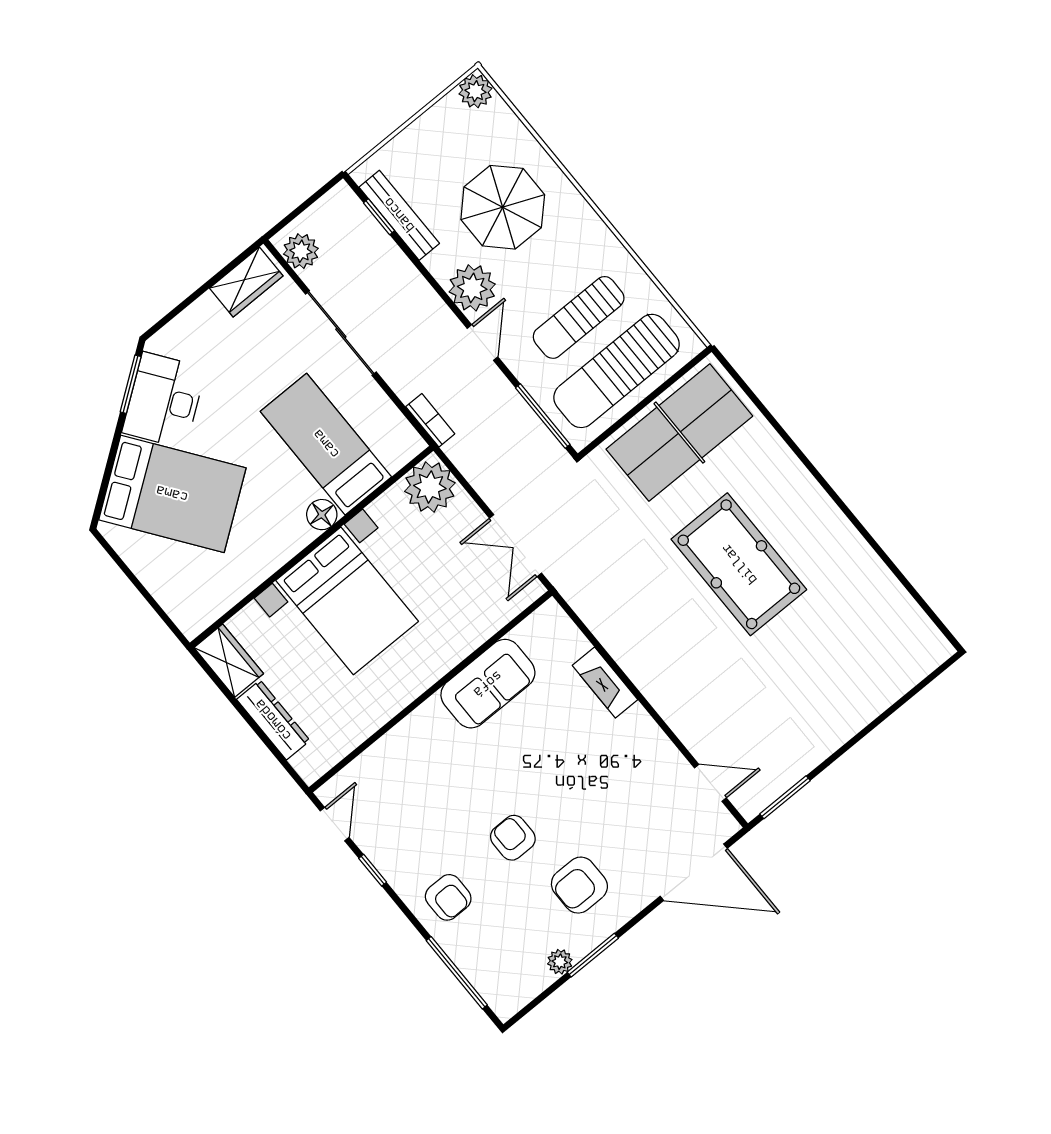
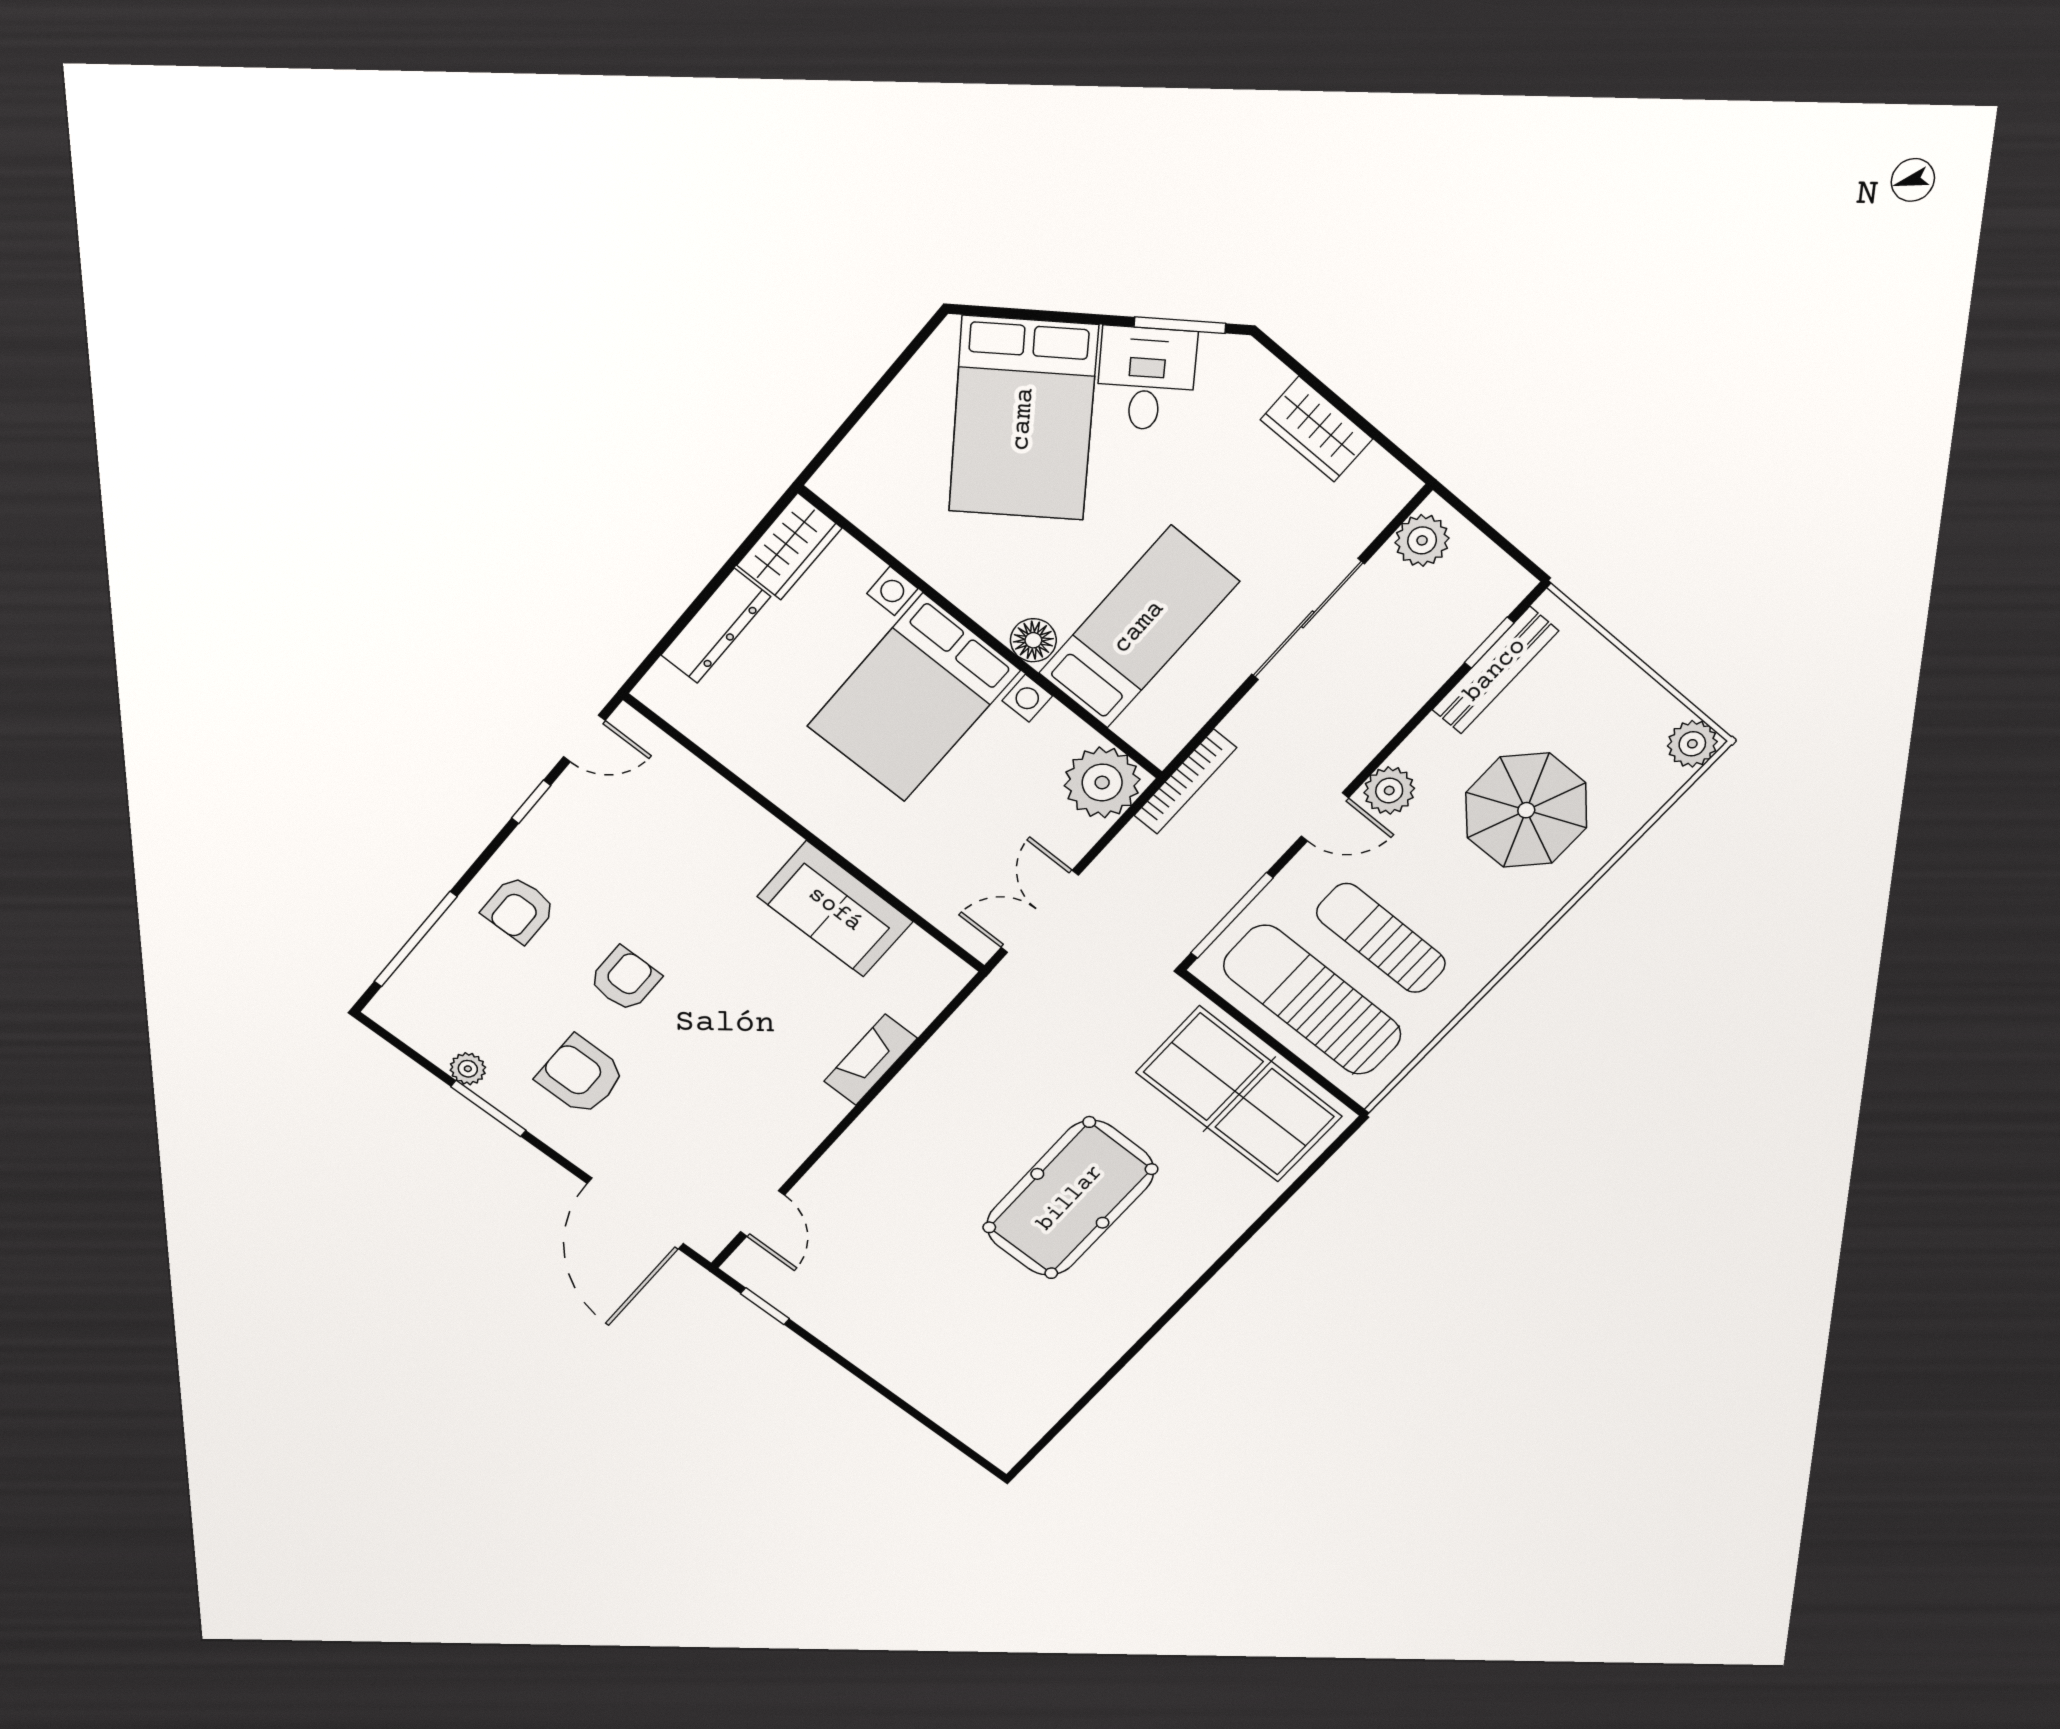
wardrobe: (246, 282) -> (1317, 429), moved
plant: (472, 288) -> (1389, 790), width x0.73, depth x0.73
desk: (164, 400) -> (1146, 379), width x0.73
bookcase: (430, 420) -> (1185, 782), width x1.56
window: (785, 797) -> (765, 1306), width x0.67

